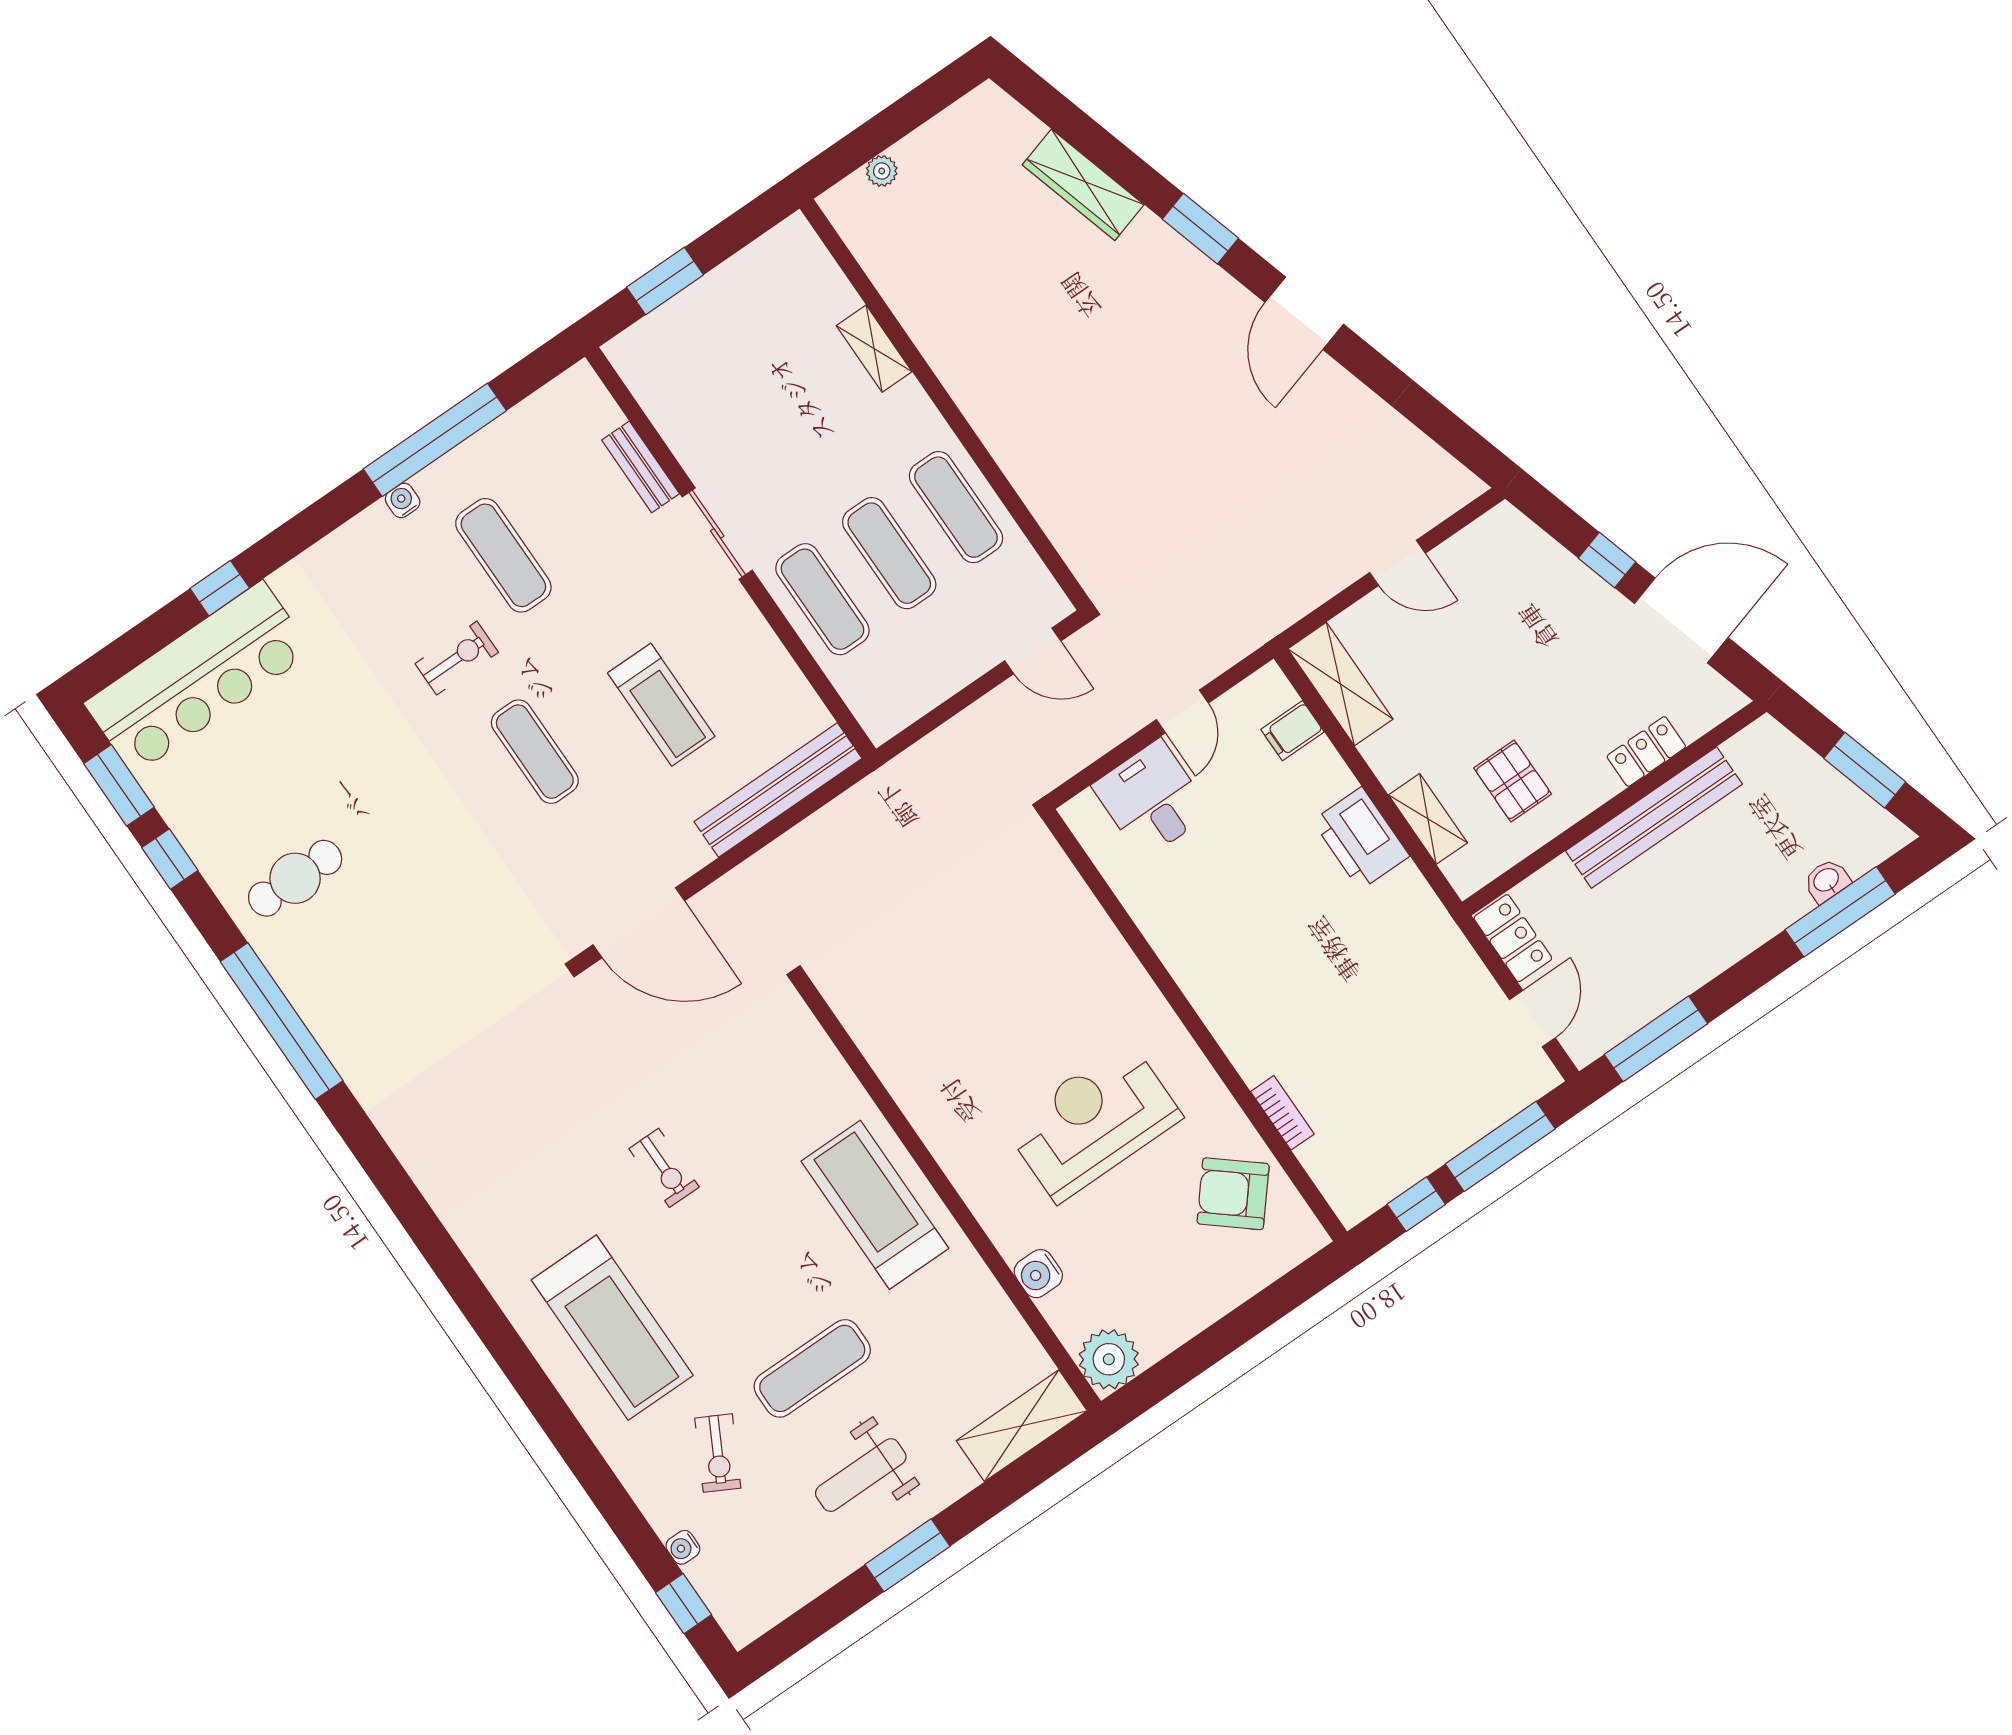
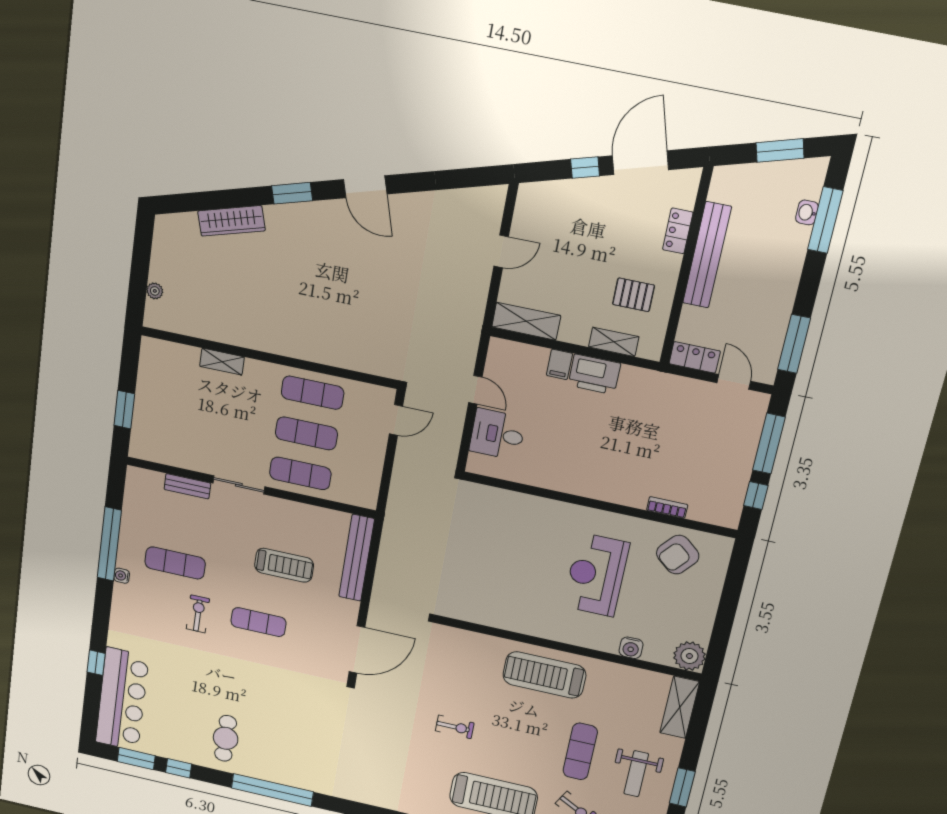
filing cabinet: (1293, 731) -> (559, 364), moved

